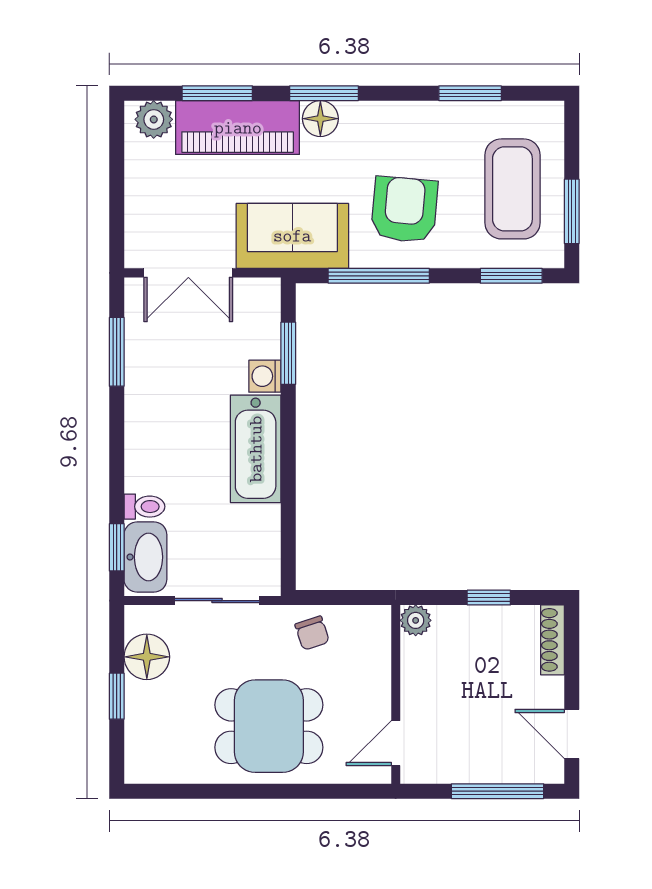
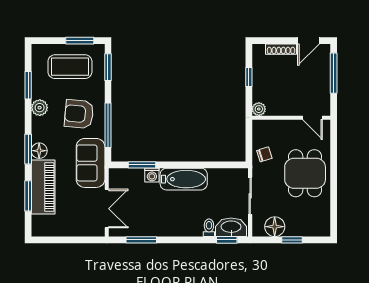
plant: (154, 119) -> (40, 108), moved
shoe rack: (552, 640) -> (281, 49), moved

